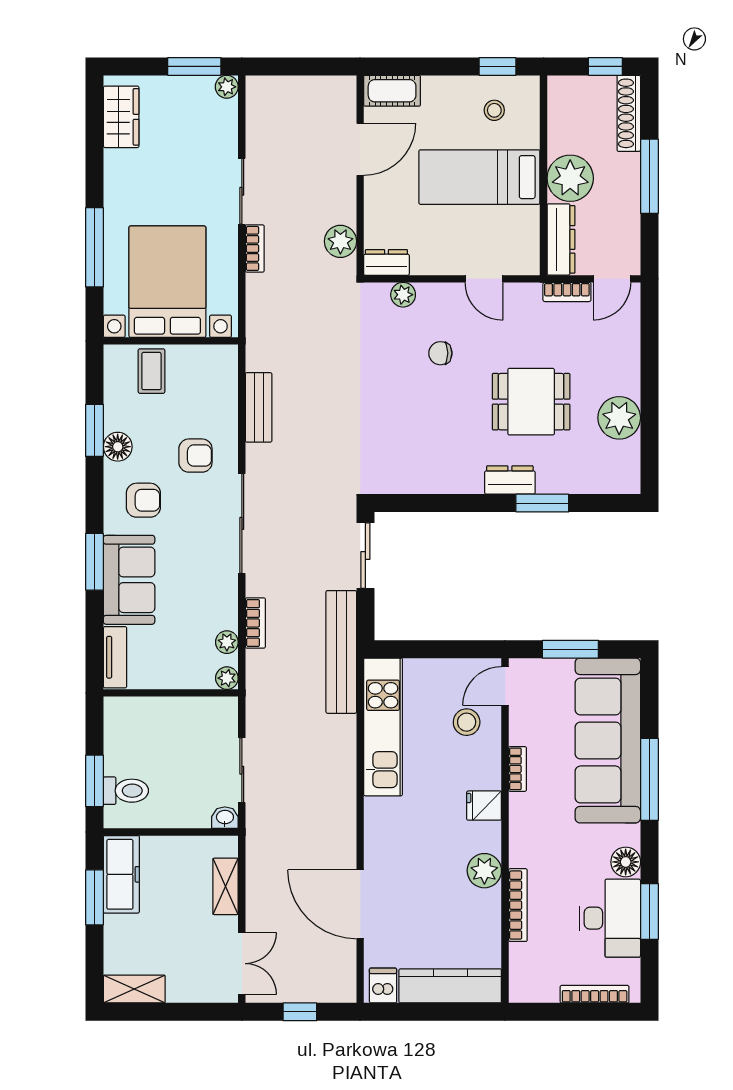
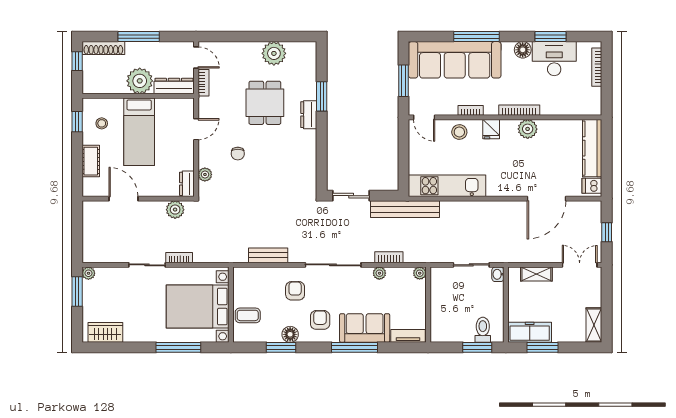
cot: (392, 91) -> (91, 161), moved
window: (94, 562) -> (355, 347), width x1.44
plant: (227, 642) -> (379, 273), moved
stool: (467, 722) -> (459, 132), moved
bookcase: (518, 905) -> (519, 110), moved

